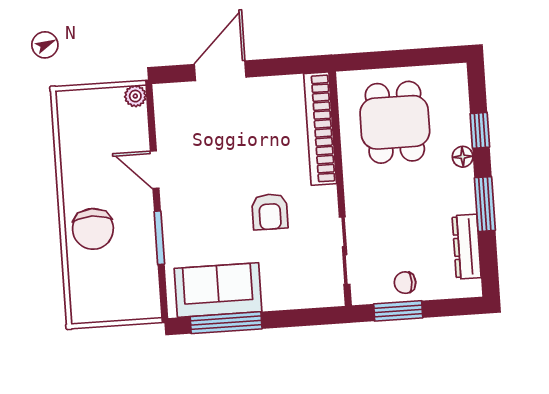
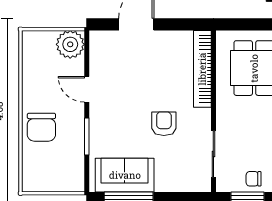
plant: (135, 96) -> (70, 44), width x1.87, depth x1.87
armchair: (270, 212) -> (164, 124), turned 180

